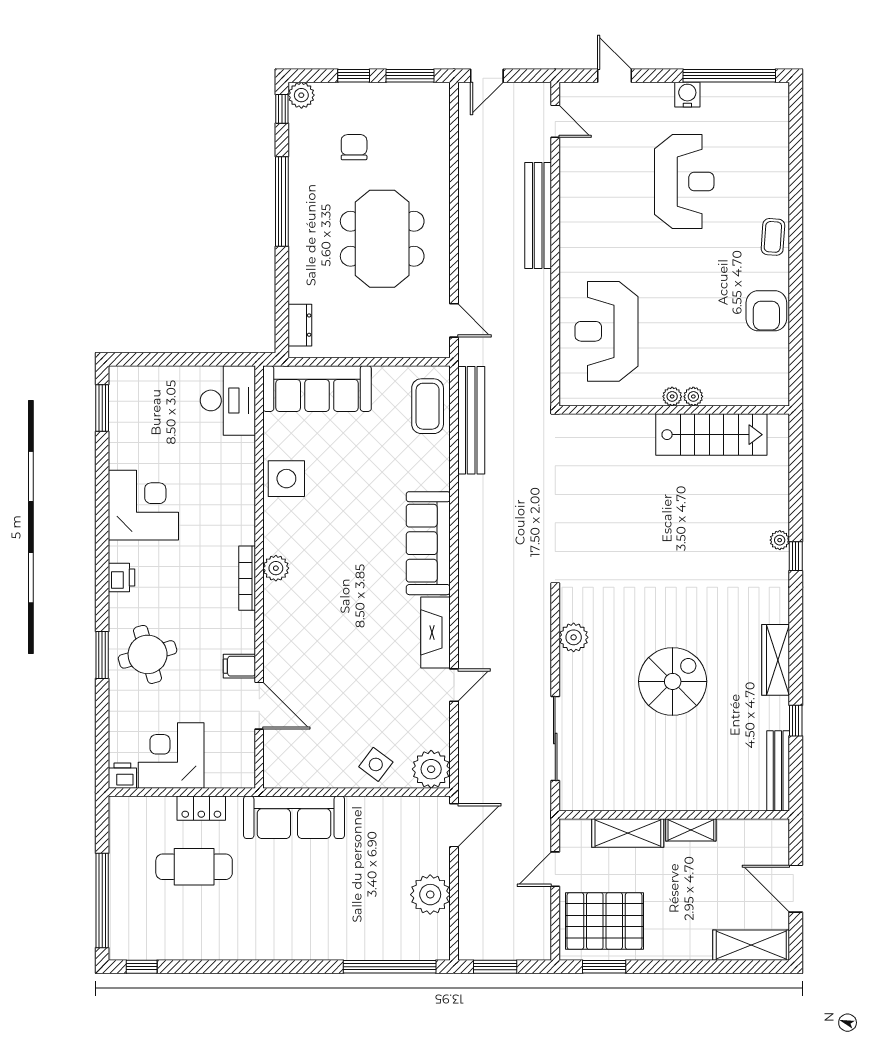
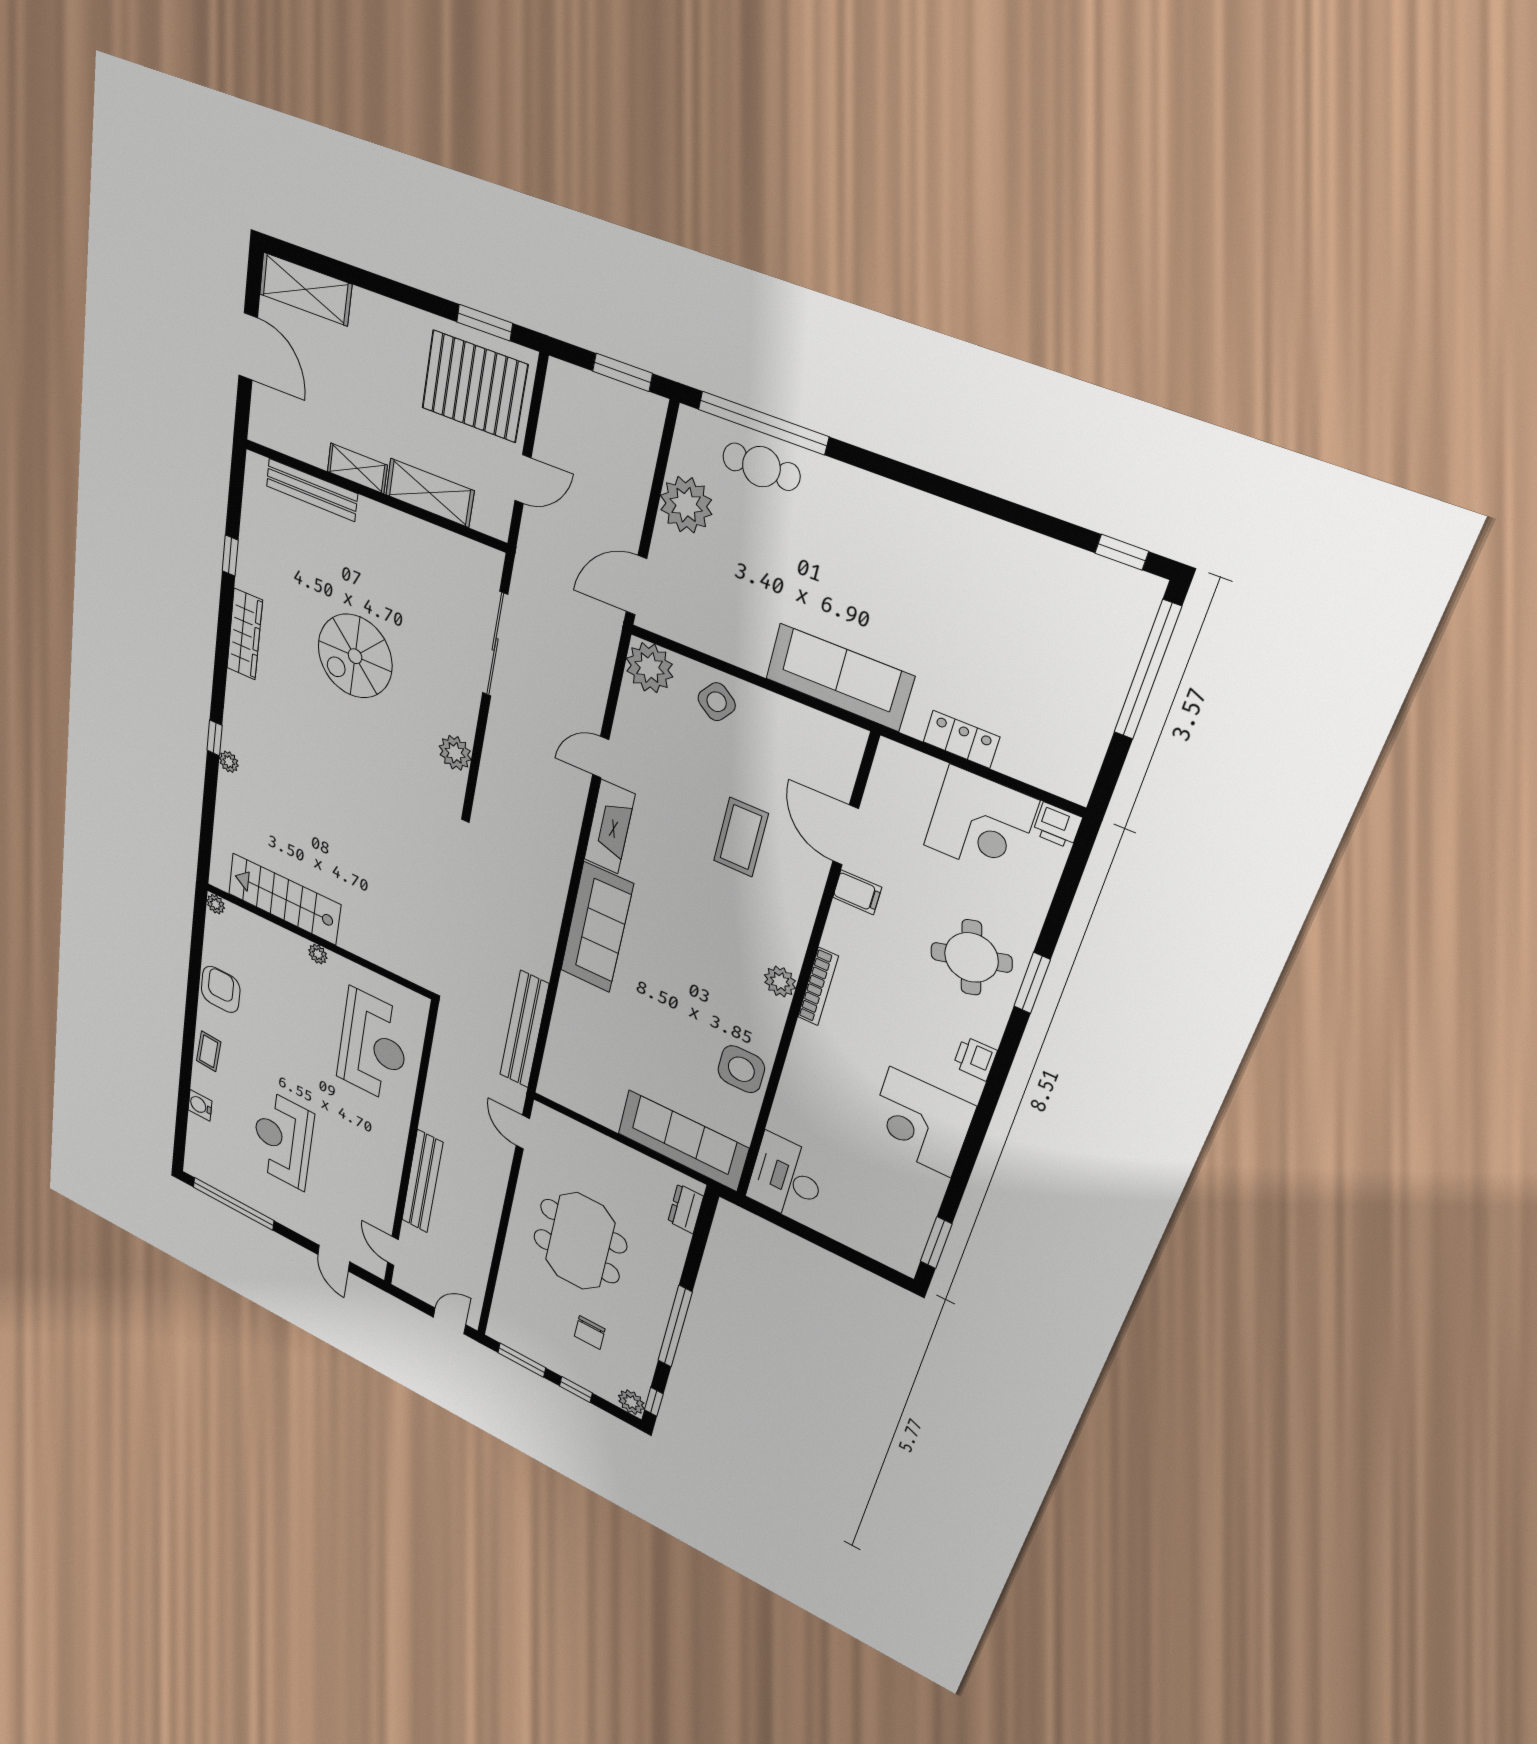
water cooler: (687, 95) -> (200, 1105), moved, turned 90
plant: (693, 396) -> (216, 904), moved
coffee table: (428, 406) -> (741, 837), moved
bench: (778, 771) -> (312, 490), moved, turned 90
cafe table: (194, 867) -> (761, 467), moved, width x0.73, depth x0.74

